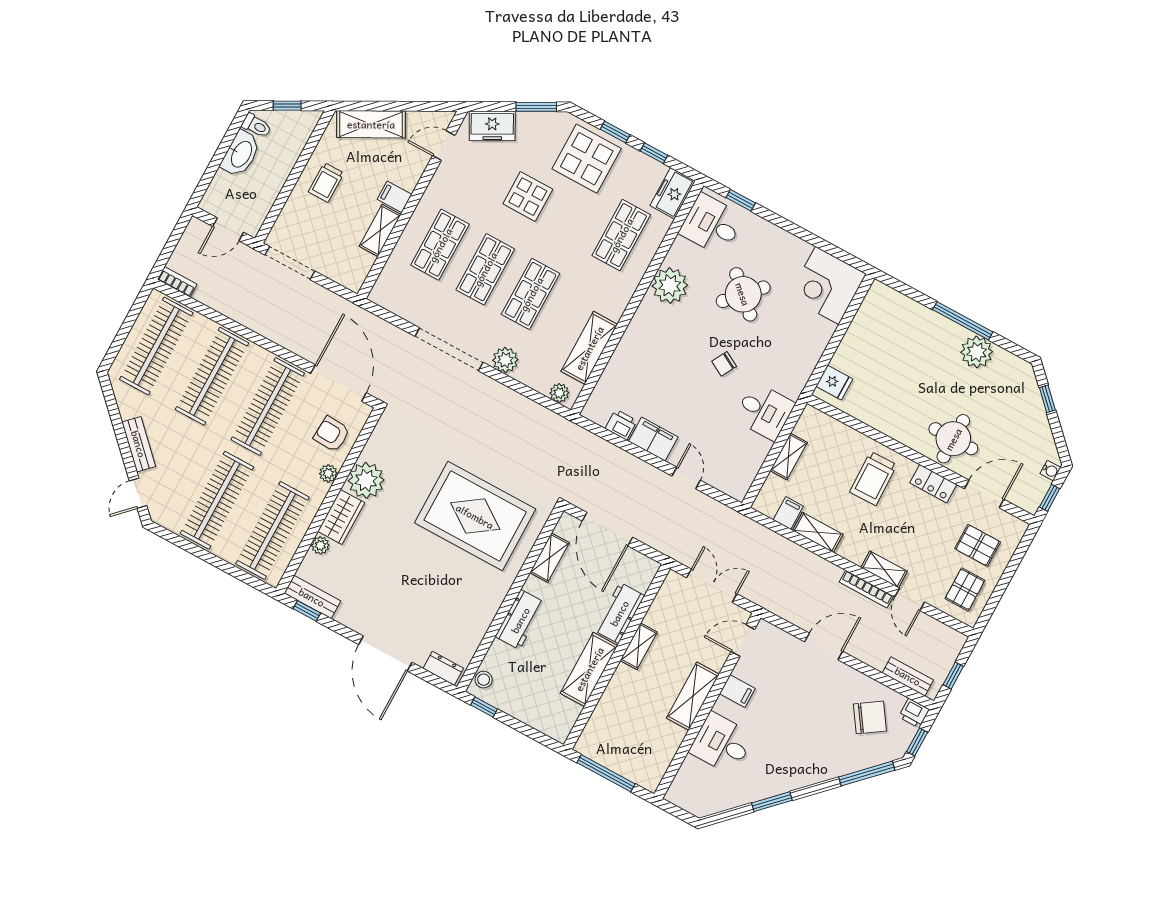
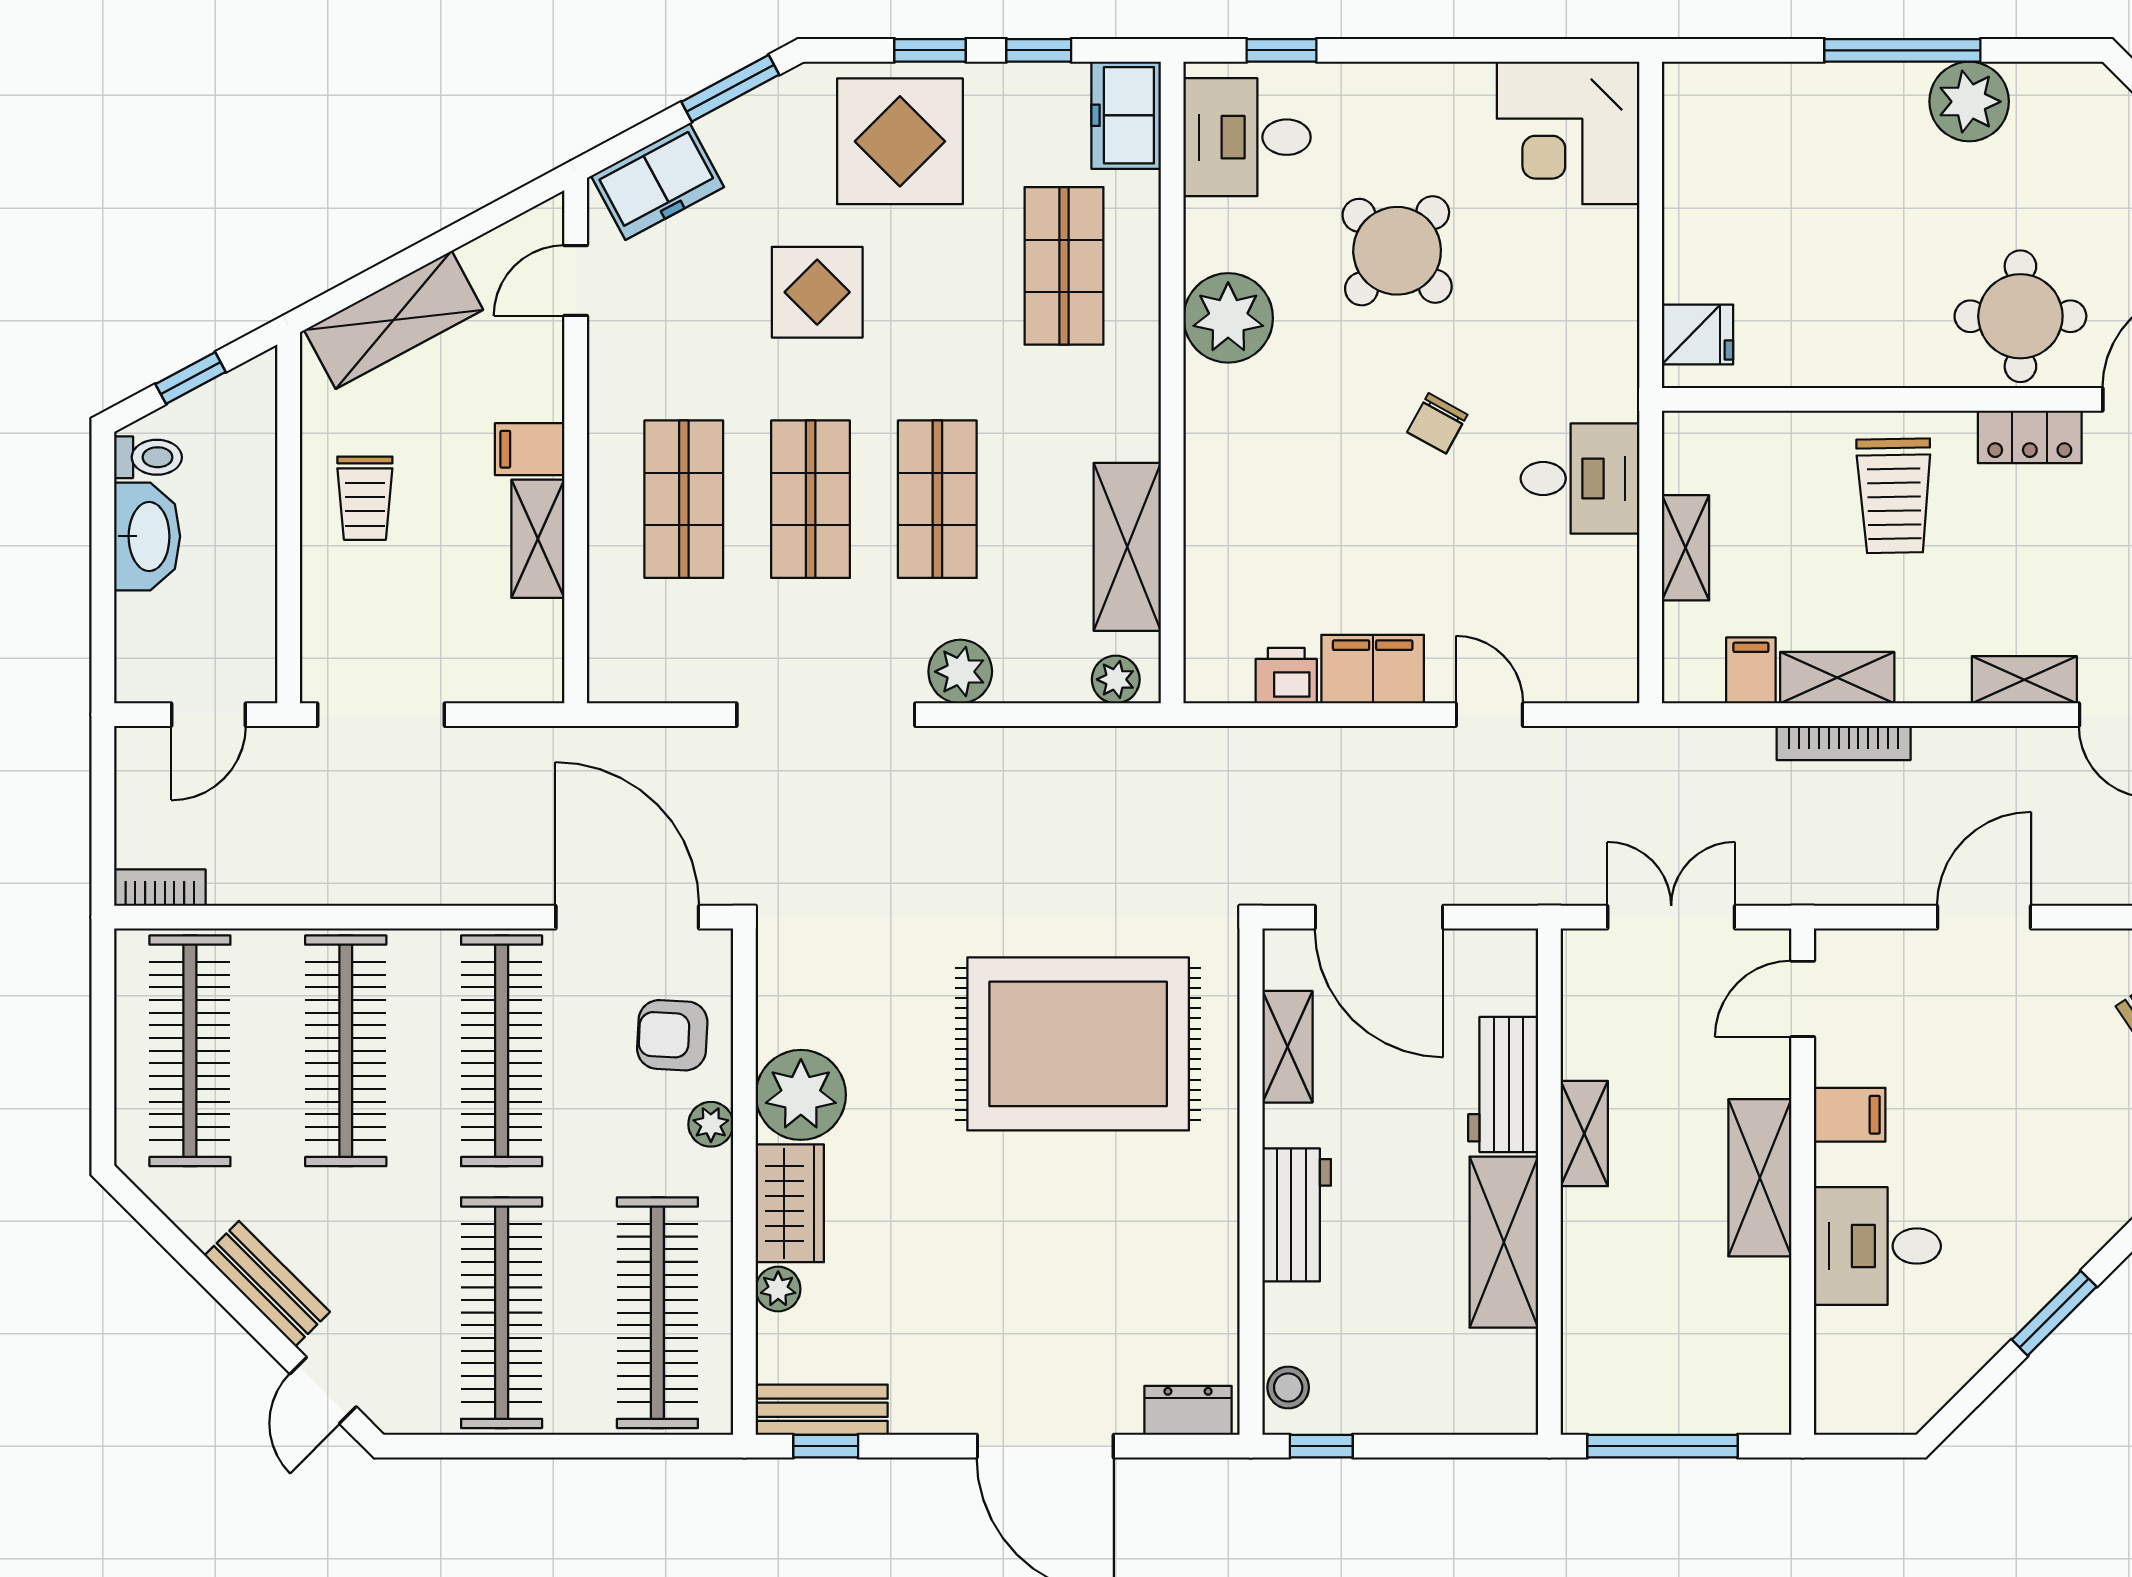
bookcase: (866, 589) -> (1844, 743), moved

